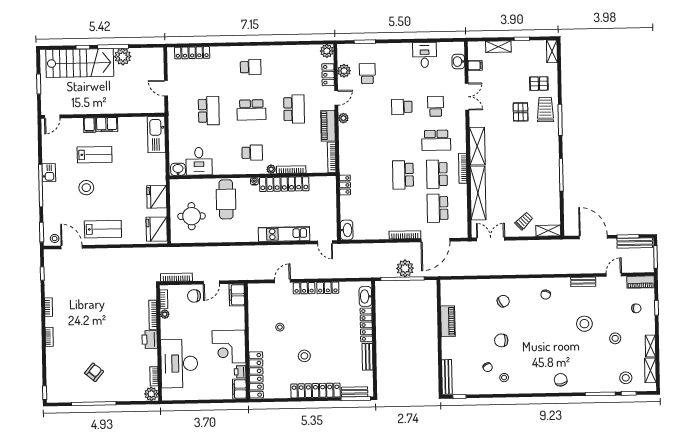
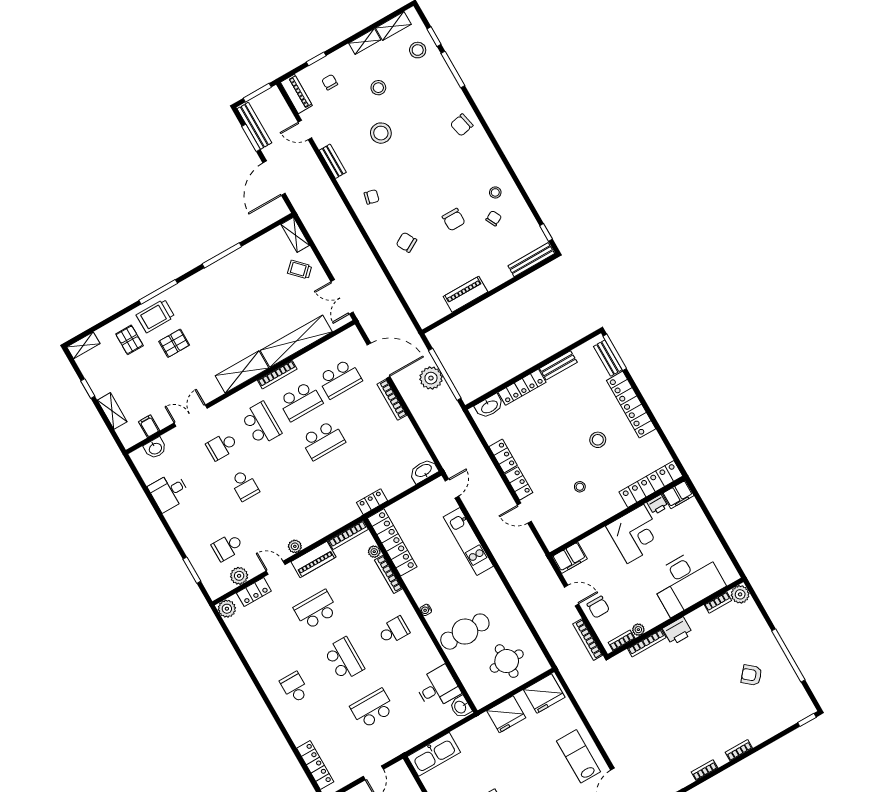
school desk: (252, 153) -> (394, 631), turned 90
plant: (271, 169) -> (374, 552), moved
locker: (284, 184) -> (392, 542), moved

